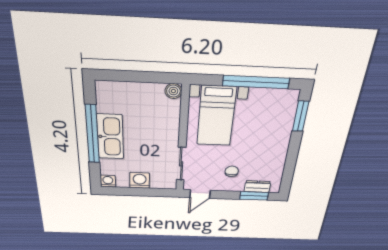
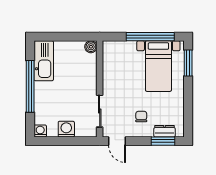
bed with nightstands: (216, 116) -> (158, 66), moved
kitchen sink: (110, 137) -> (44, 61), moved
door: (200, 194) -> (117, 141), hinge flipped

